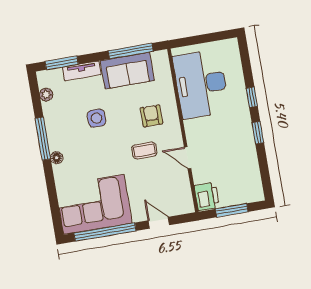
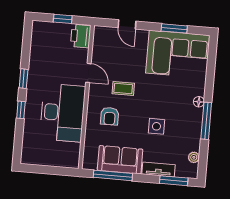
desk: (201, 84) -> (62, 113), moved
window: (232, 210) -> (63, 19), width x0.67
window: (105, 232) -> (174, 28), width x0.47

